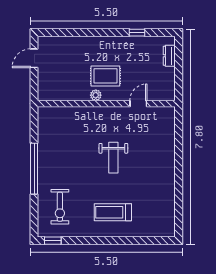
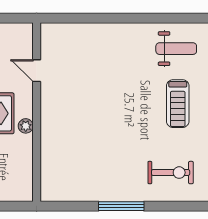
weight bench: (113, 158) -> (176, 49), moved
window: (34, 169) -> (121, 206), width x0.68

